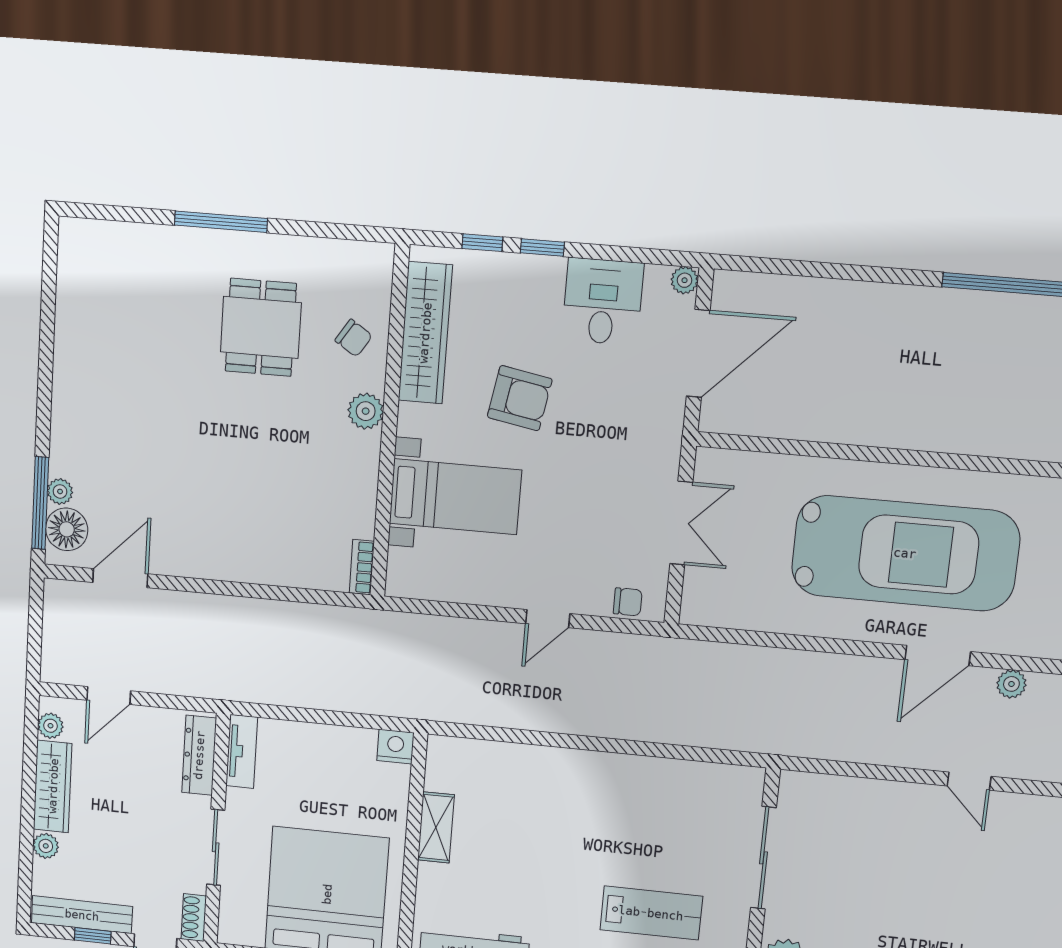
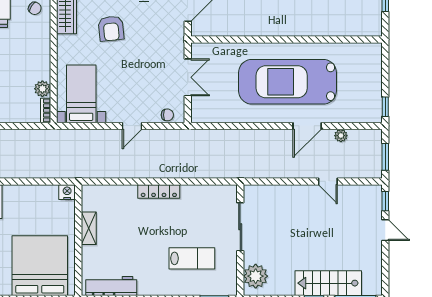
armchair: (520, 398) -> (111, 28), turned 74
plant: (366, 411) -> (42, 89), moved
bed with nightstands: (455, 497) -> (81, 94), moved, turned -90
car: (905, 553) -> (288, 82), turned 180
locker: (593, 765) -> (159, 191), added

